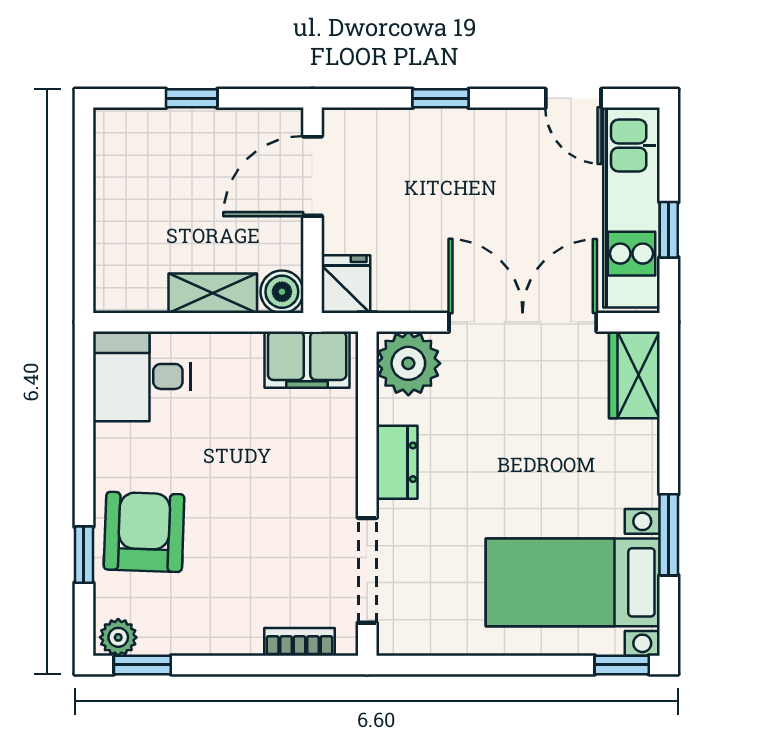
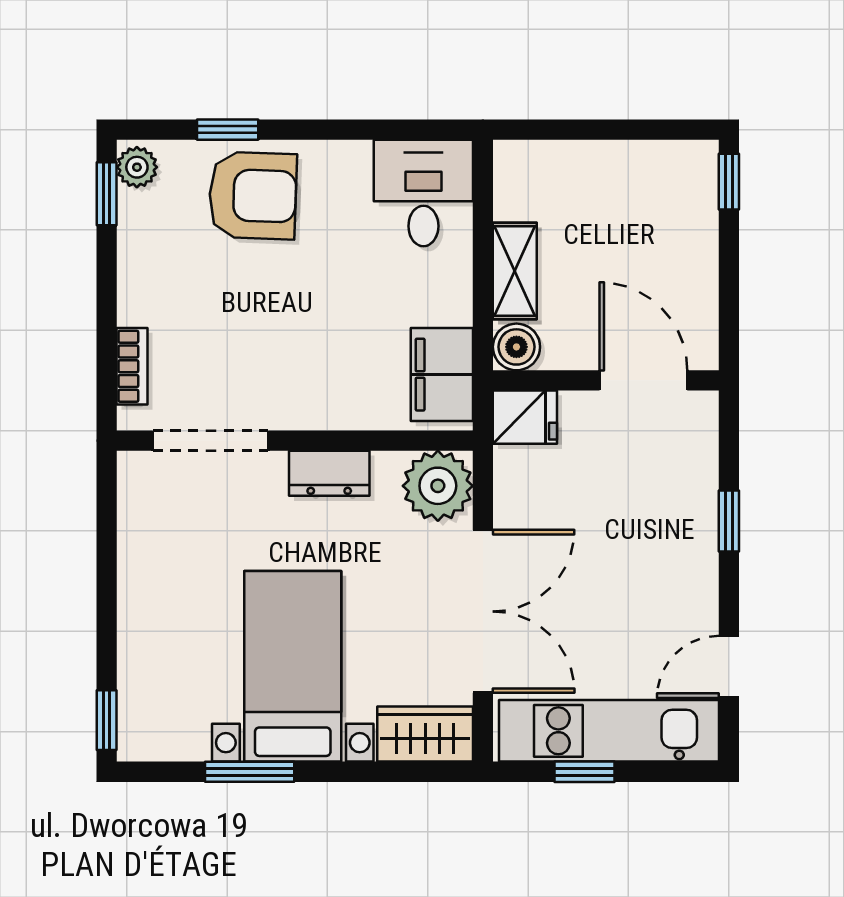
window: (192, 98) -> (729, 182), moved
bed with nightstands: (573, 582) -> (293, 666), moved

